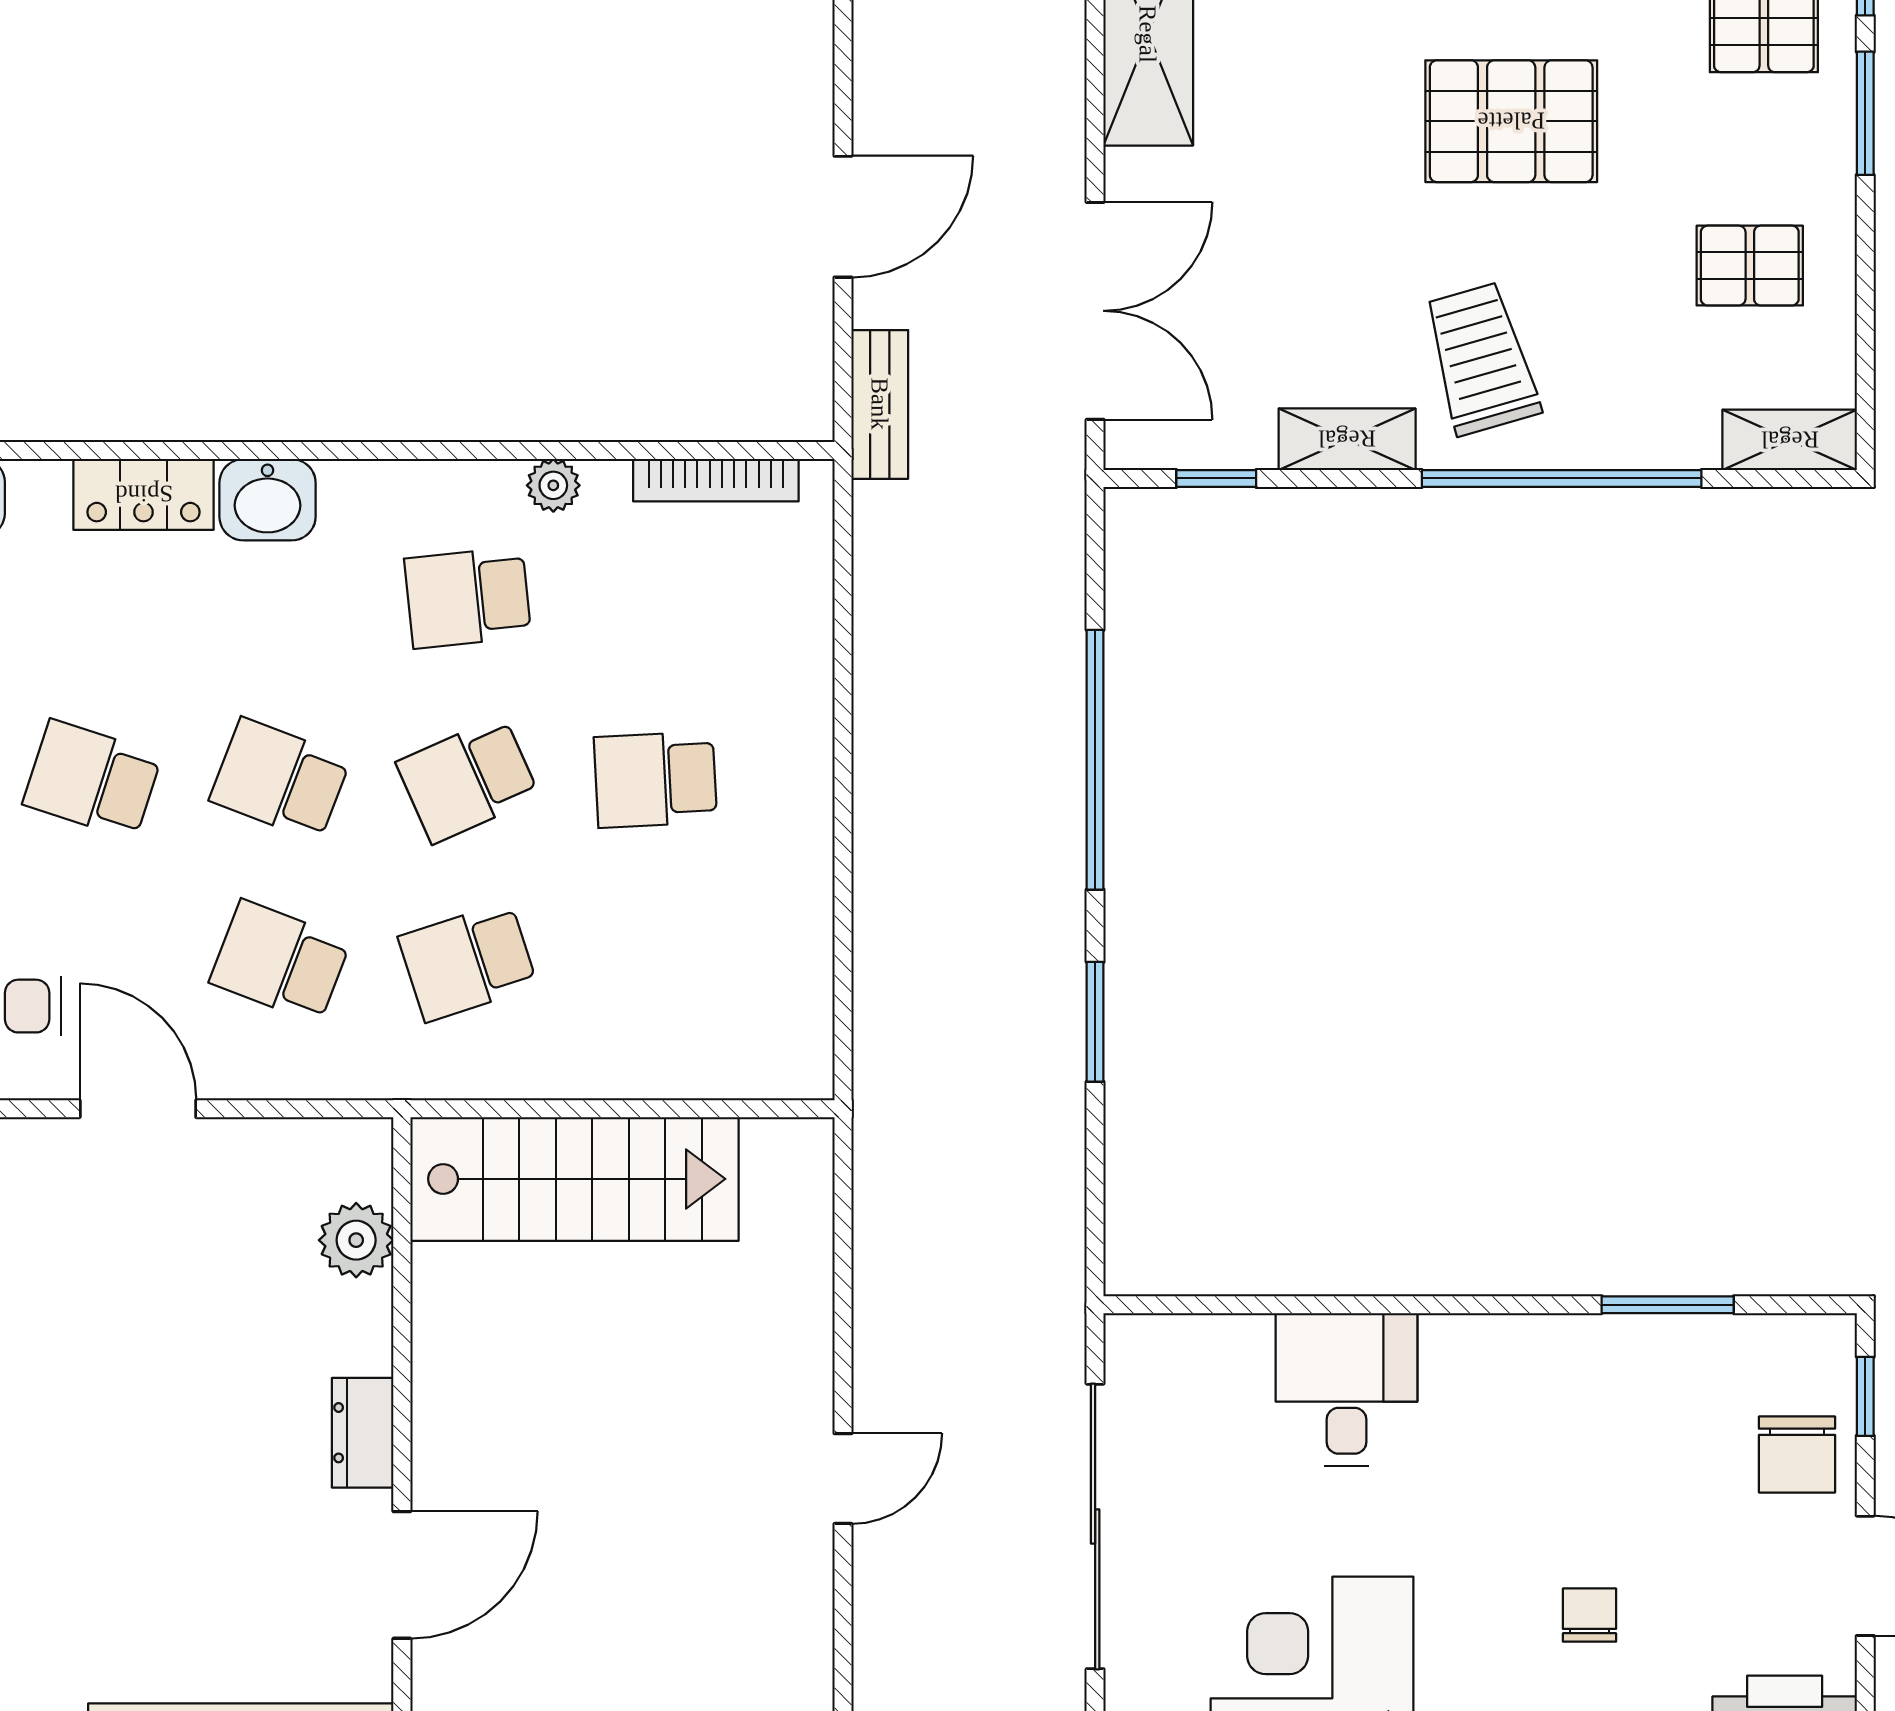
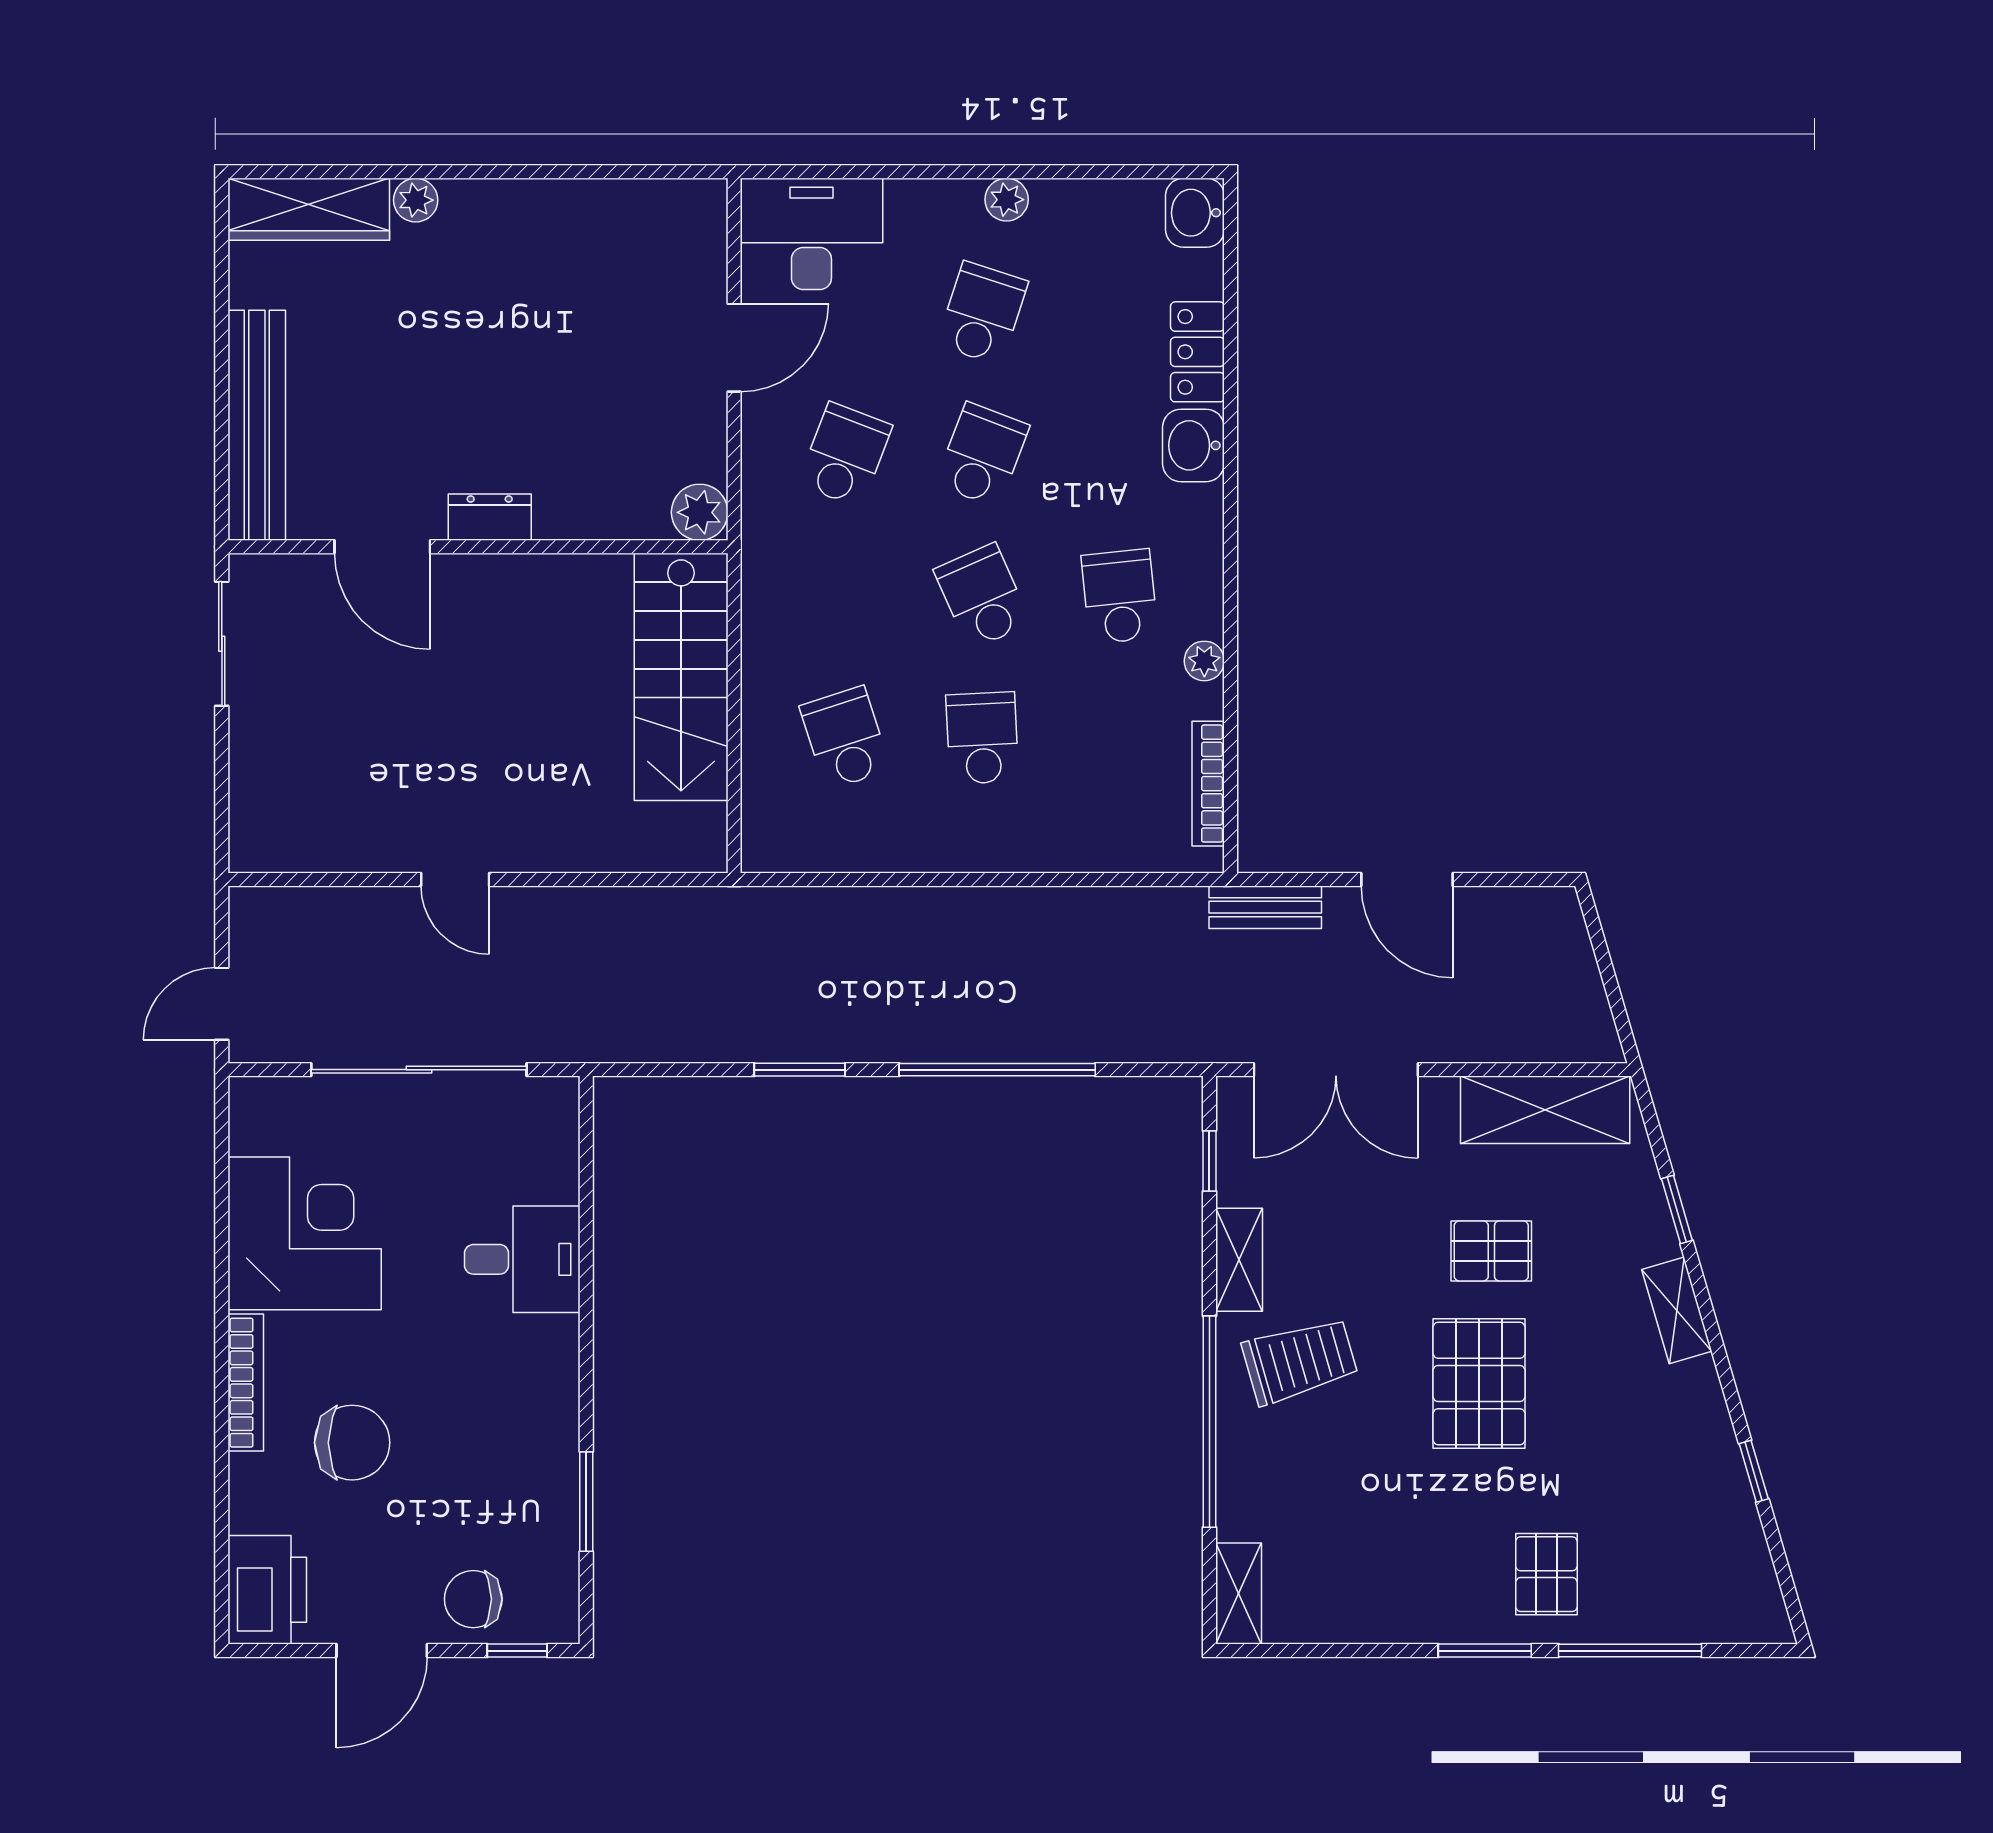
pallet: (1750, 266) -> (1491, 1251), moved, turned 90
school desk: (468, 962) -> (845, 738), moved
plant: (356, 1240) -> (700, 512), moved
chair: (1589, 1615) -> (352, 1443), width x1.87, depth x1.87

